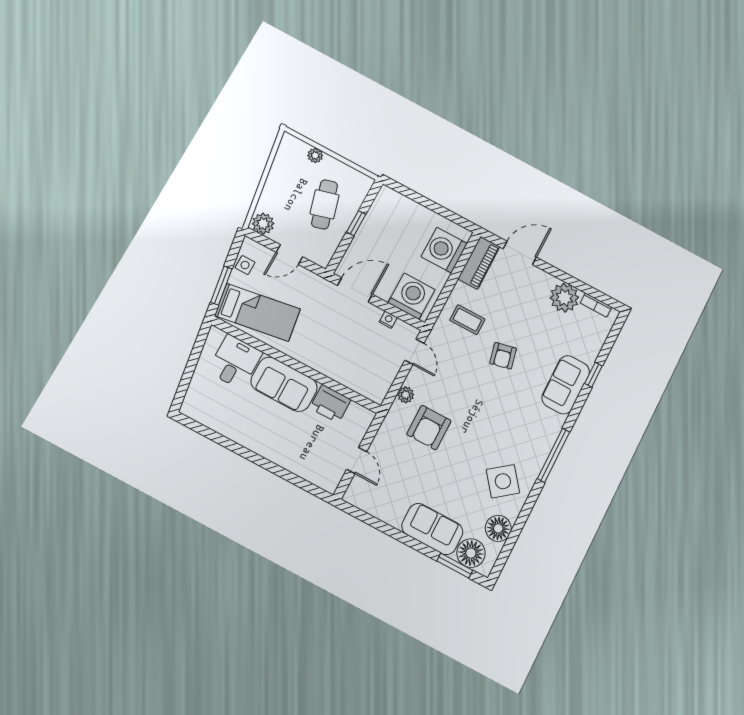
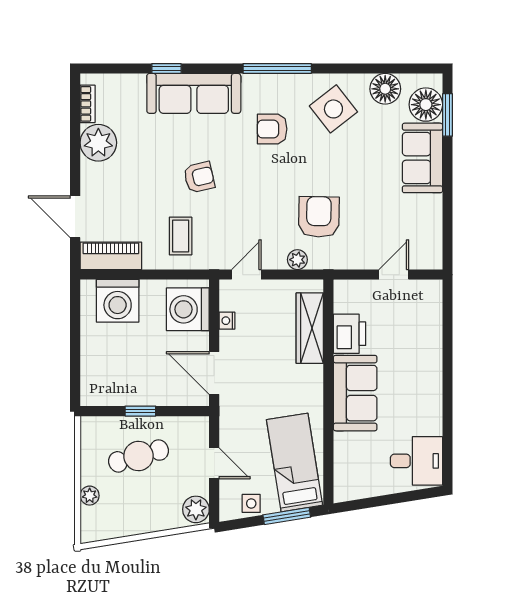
desk: (235, 362) -> (416, 461), moved, turned 180
wardrobe: (350, 377) -> (310, 328), added
sofa: (566, 385) -> (194, 93), width x1.36
armchair: (429, 428) -> (319, 217), turned -89
armchair: (511, 428) -> (272, 129), added

